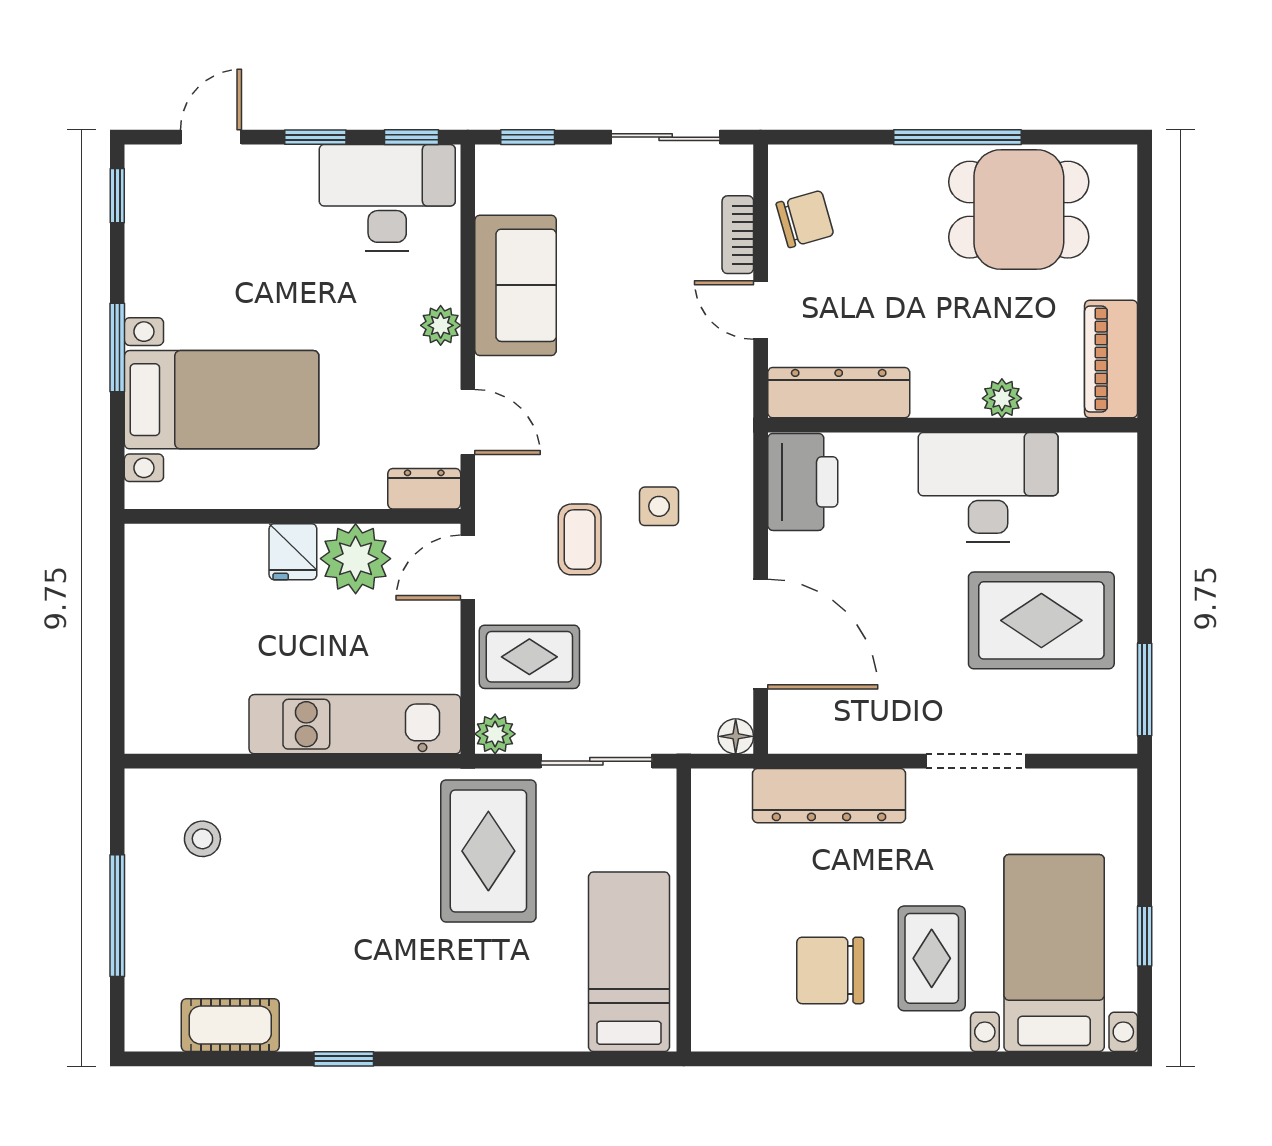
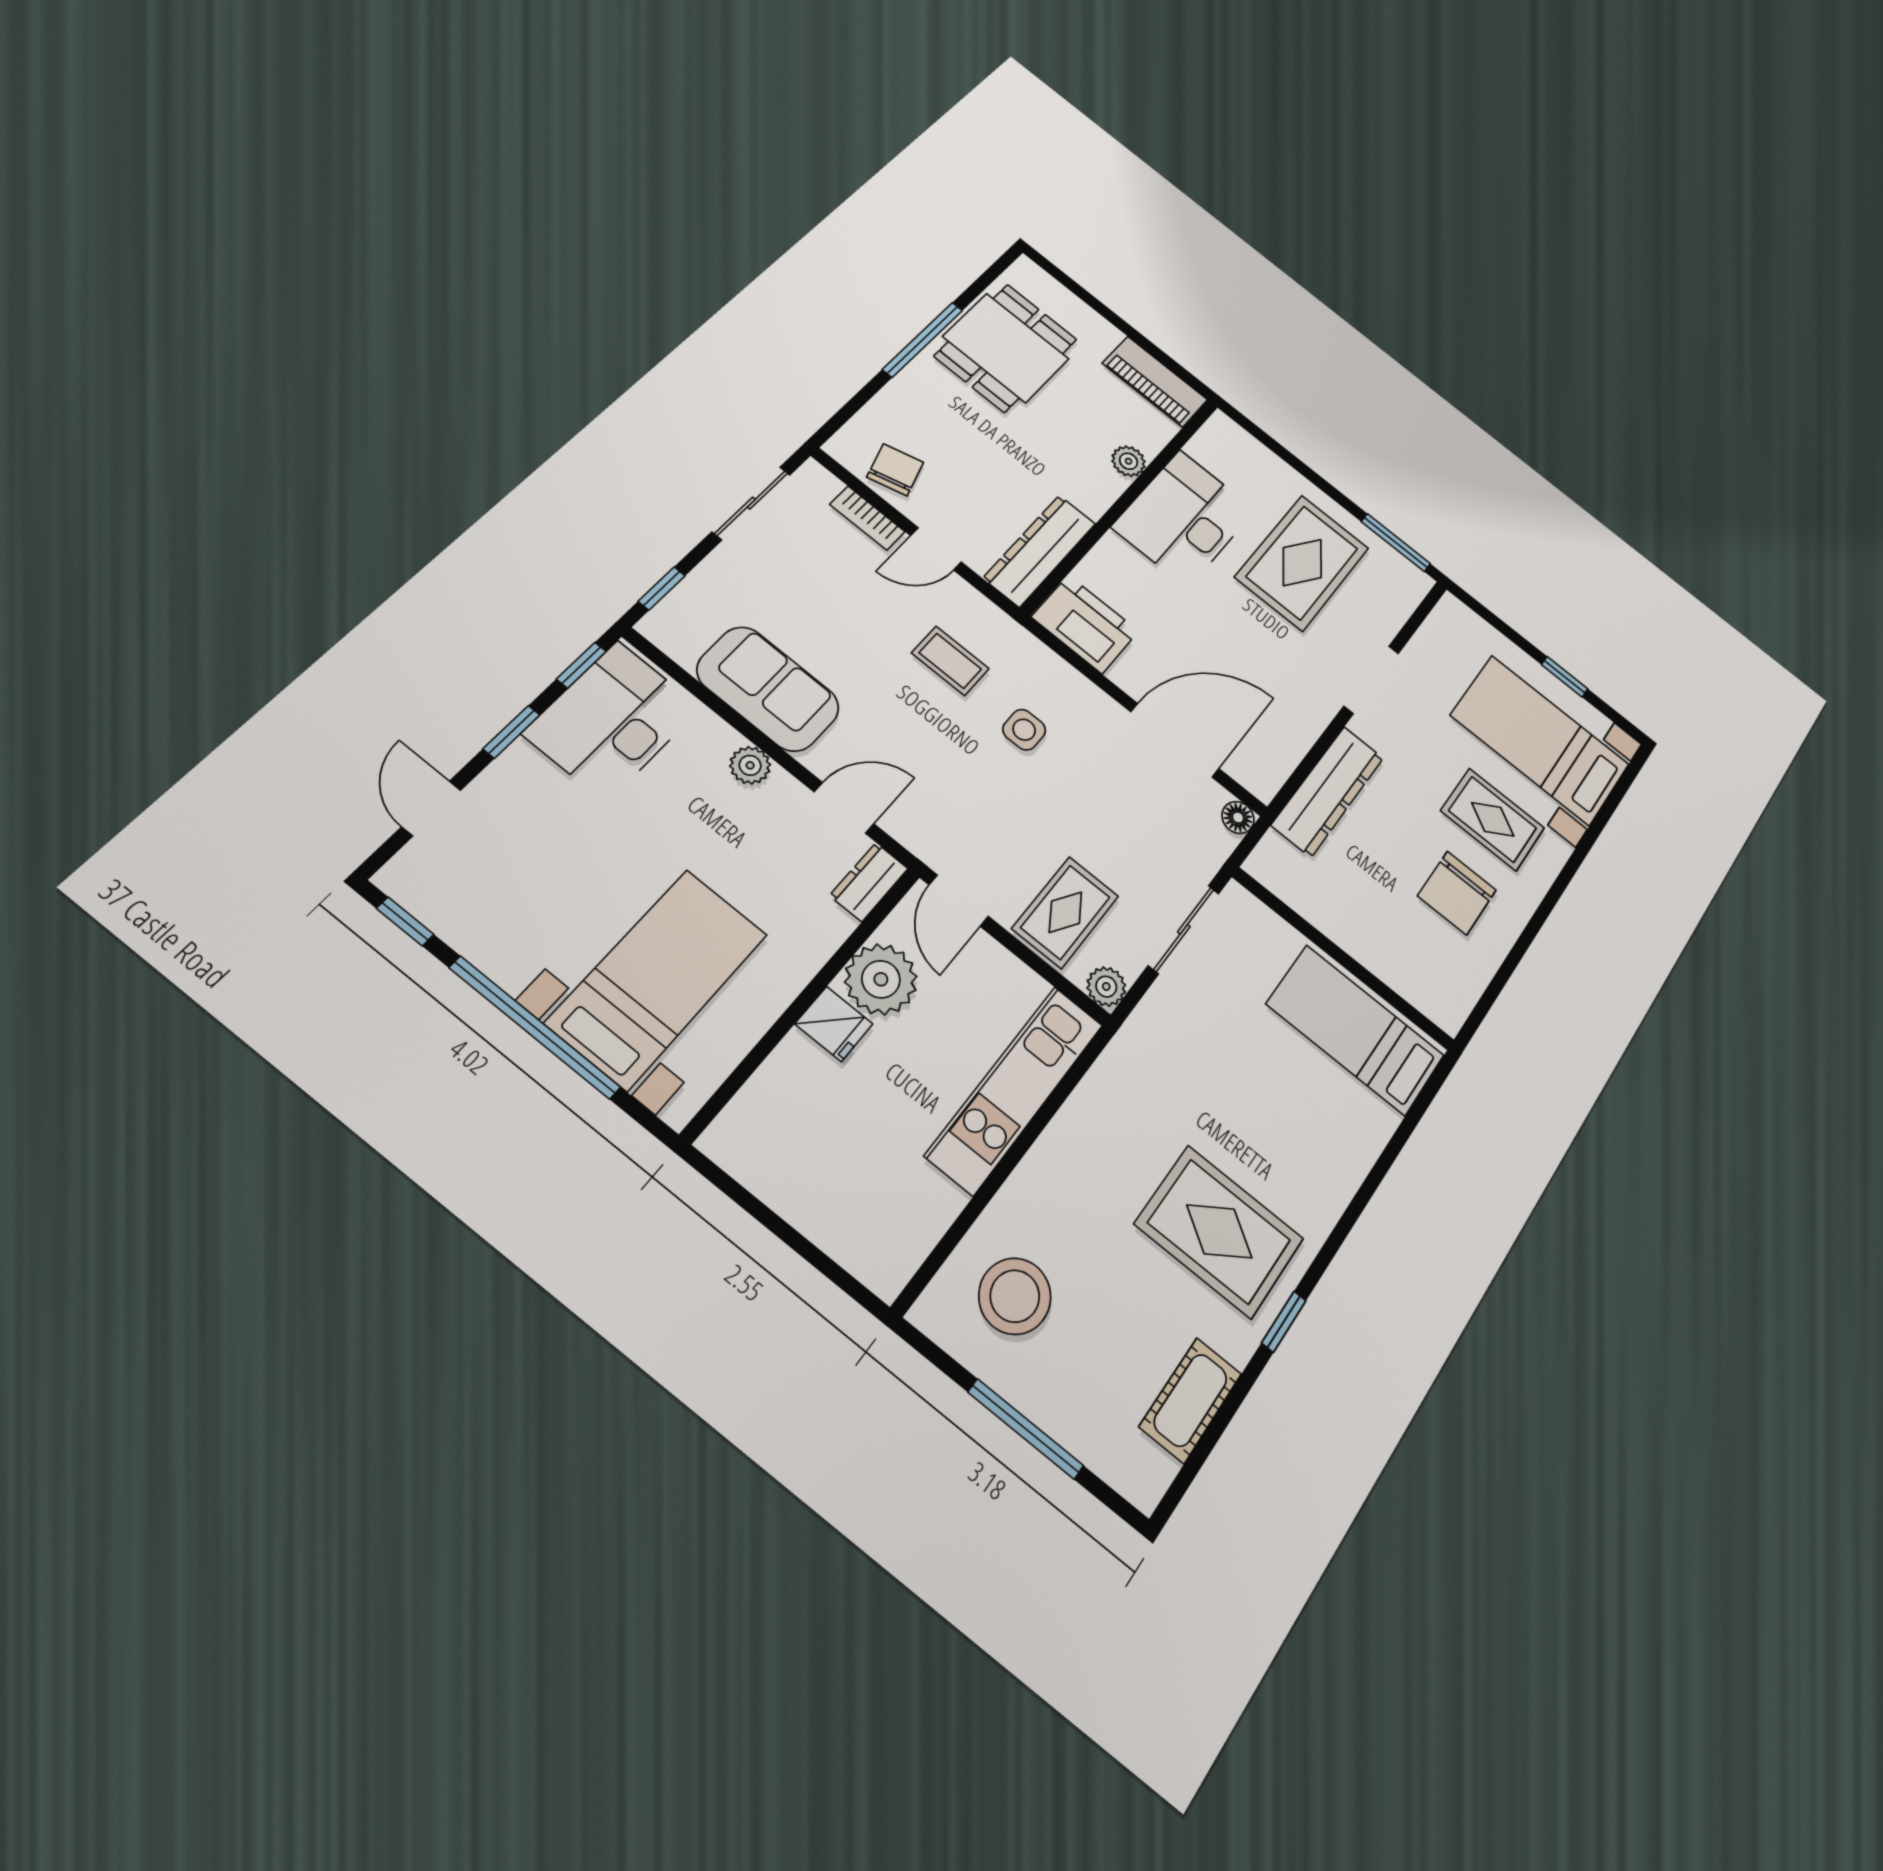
window: (117, 347) -> (535, 1027), width x2.11
coffee table: (580, 539) -> (950, 661), moved
stool: (202, 839) -> (1015, 1296), width x1.89, depth x1.89
rug: (488, 851) -> (1219, 1231), moved

